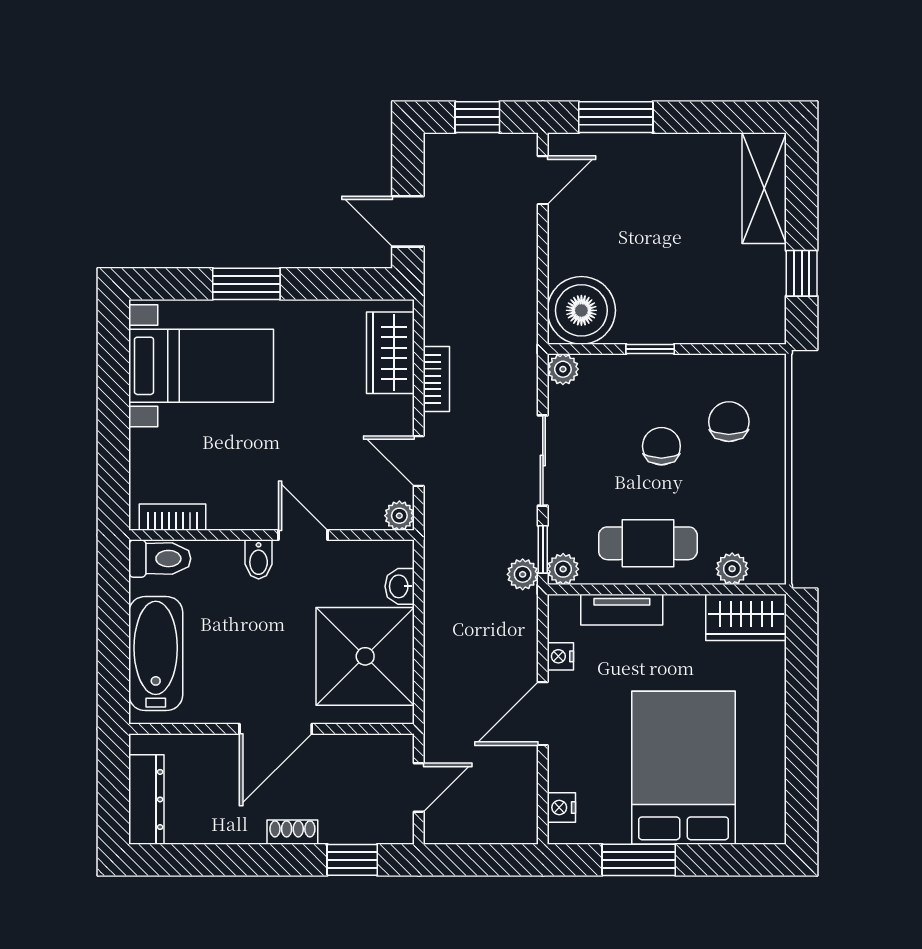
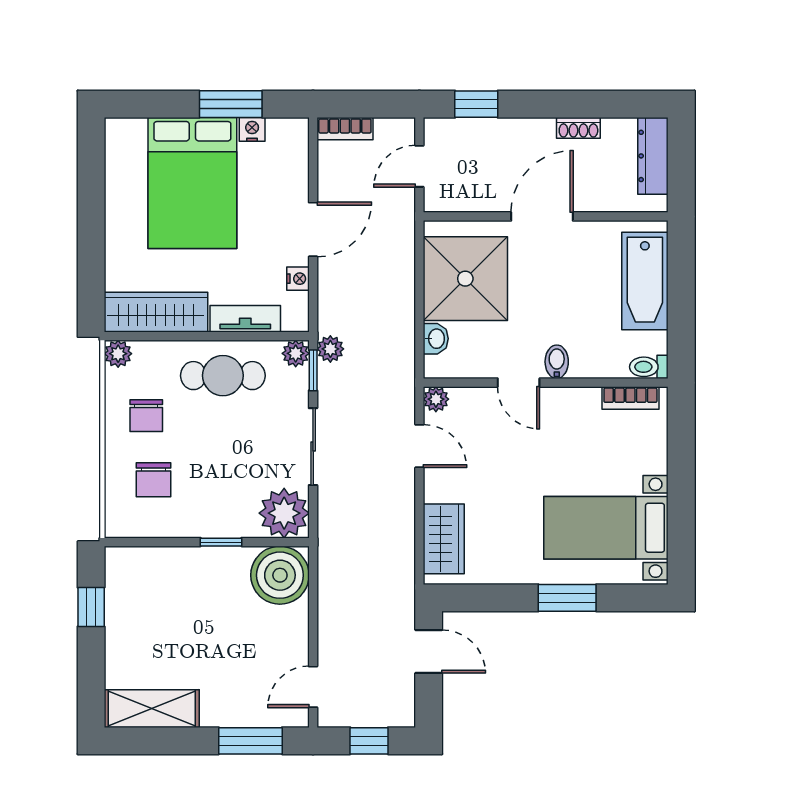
shelving: (764, 188) -> (152, 709), moved, turned 90
plant: (563, 369) -> (284, 513), width x1.88, depth x1.88
bookcase: (436, 379) -> (345, 129), moved, turned -90
chair: (661, 446) -> (146, 416), moved
toilet: (160, 559) -> (649, 367), width x0.73, depth x0.72
plant: (732, 569) -> (118, 354), moved
wardrobe: (746, 617) -> (156, 312), width x1.50
nightstand: (561, 807) -> (252, 129), moved, turned -90
shoe rack: (292, 832) -> (578, 128), moved

